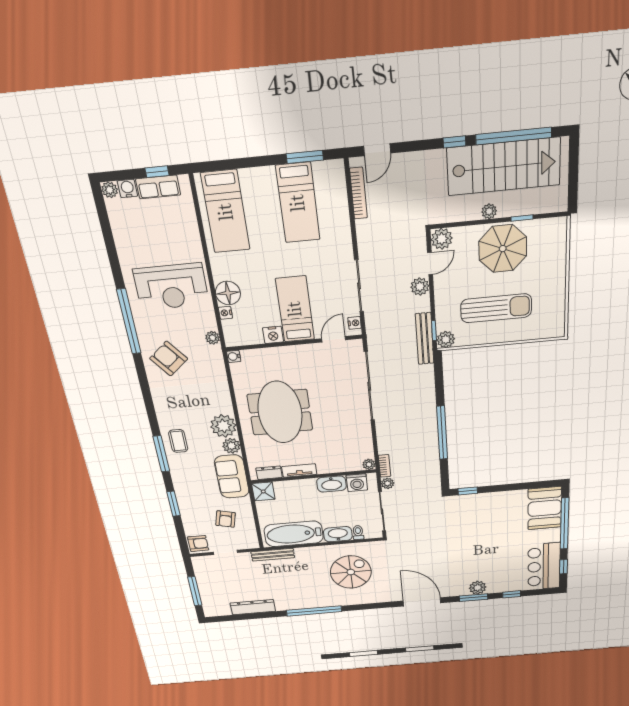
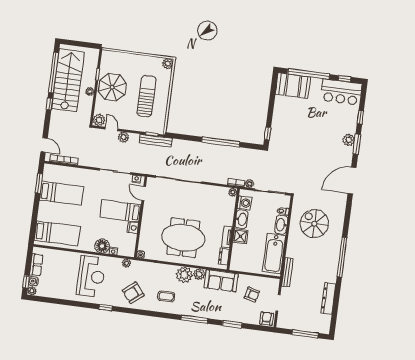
window: (157, 172) -> (26, 282), moved
window: (129, 322) -> (106, 308), width x0.32
plant: (446, 340) -> (168, 64), moved
coffee table: (178, 441) -> (166, 296), moved
shower: (263, 491) -> (240, 236), moved

